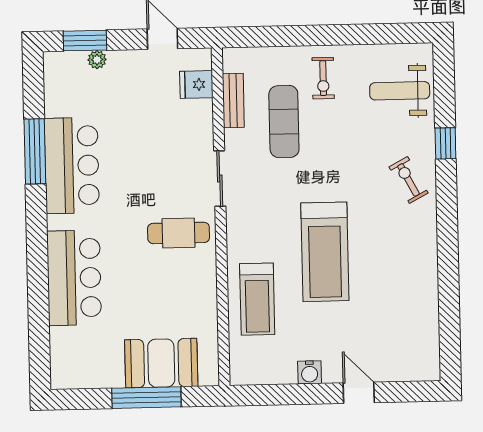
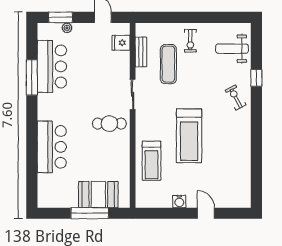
bar counter: (72, 165) -> (52, 66), moved

